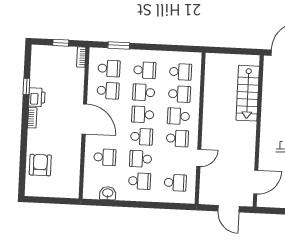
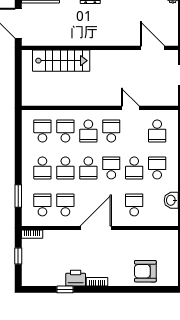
school desk: (145, 70) -> (42, 168), turned 180
school desk: (175, 183) -> (157, 131), turned 180

